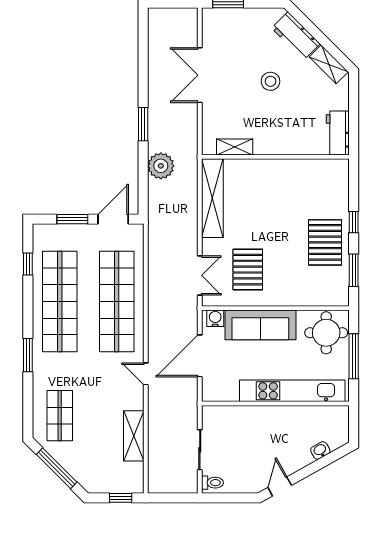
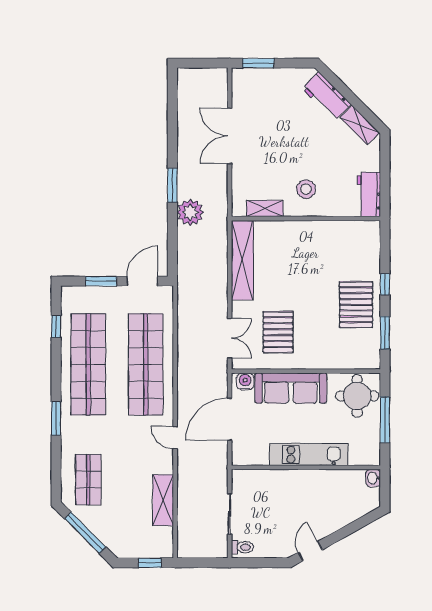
stool: (270, 81) -> (306, 189), moved
plant: (161, 166) -> (190, 212), moved
kitchen unit: (292, 391) -> (309, 455), width x0.73
washbasin: (320, 451) -> (373, 478), moved, turned -61

